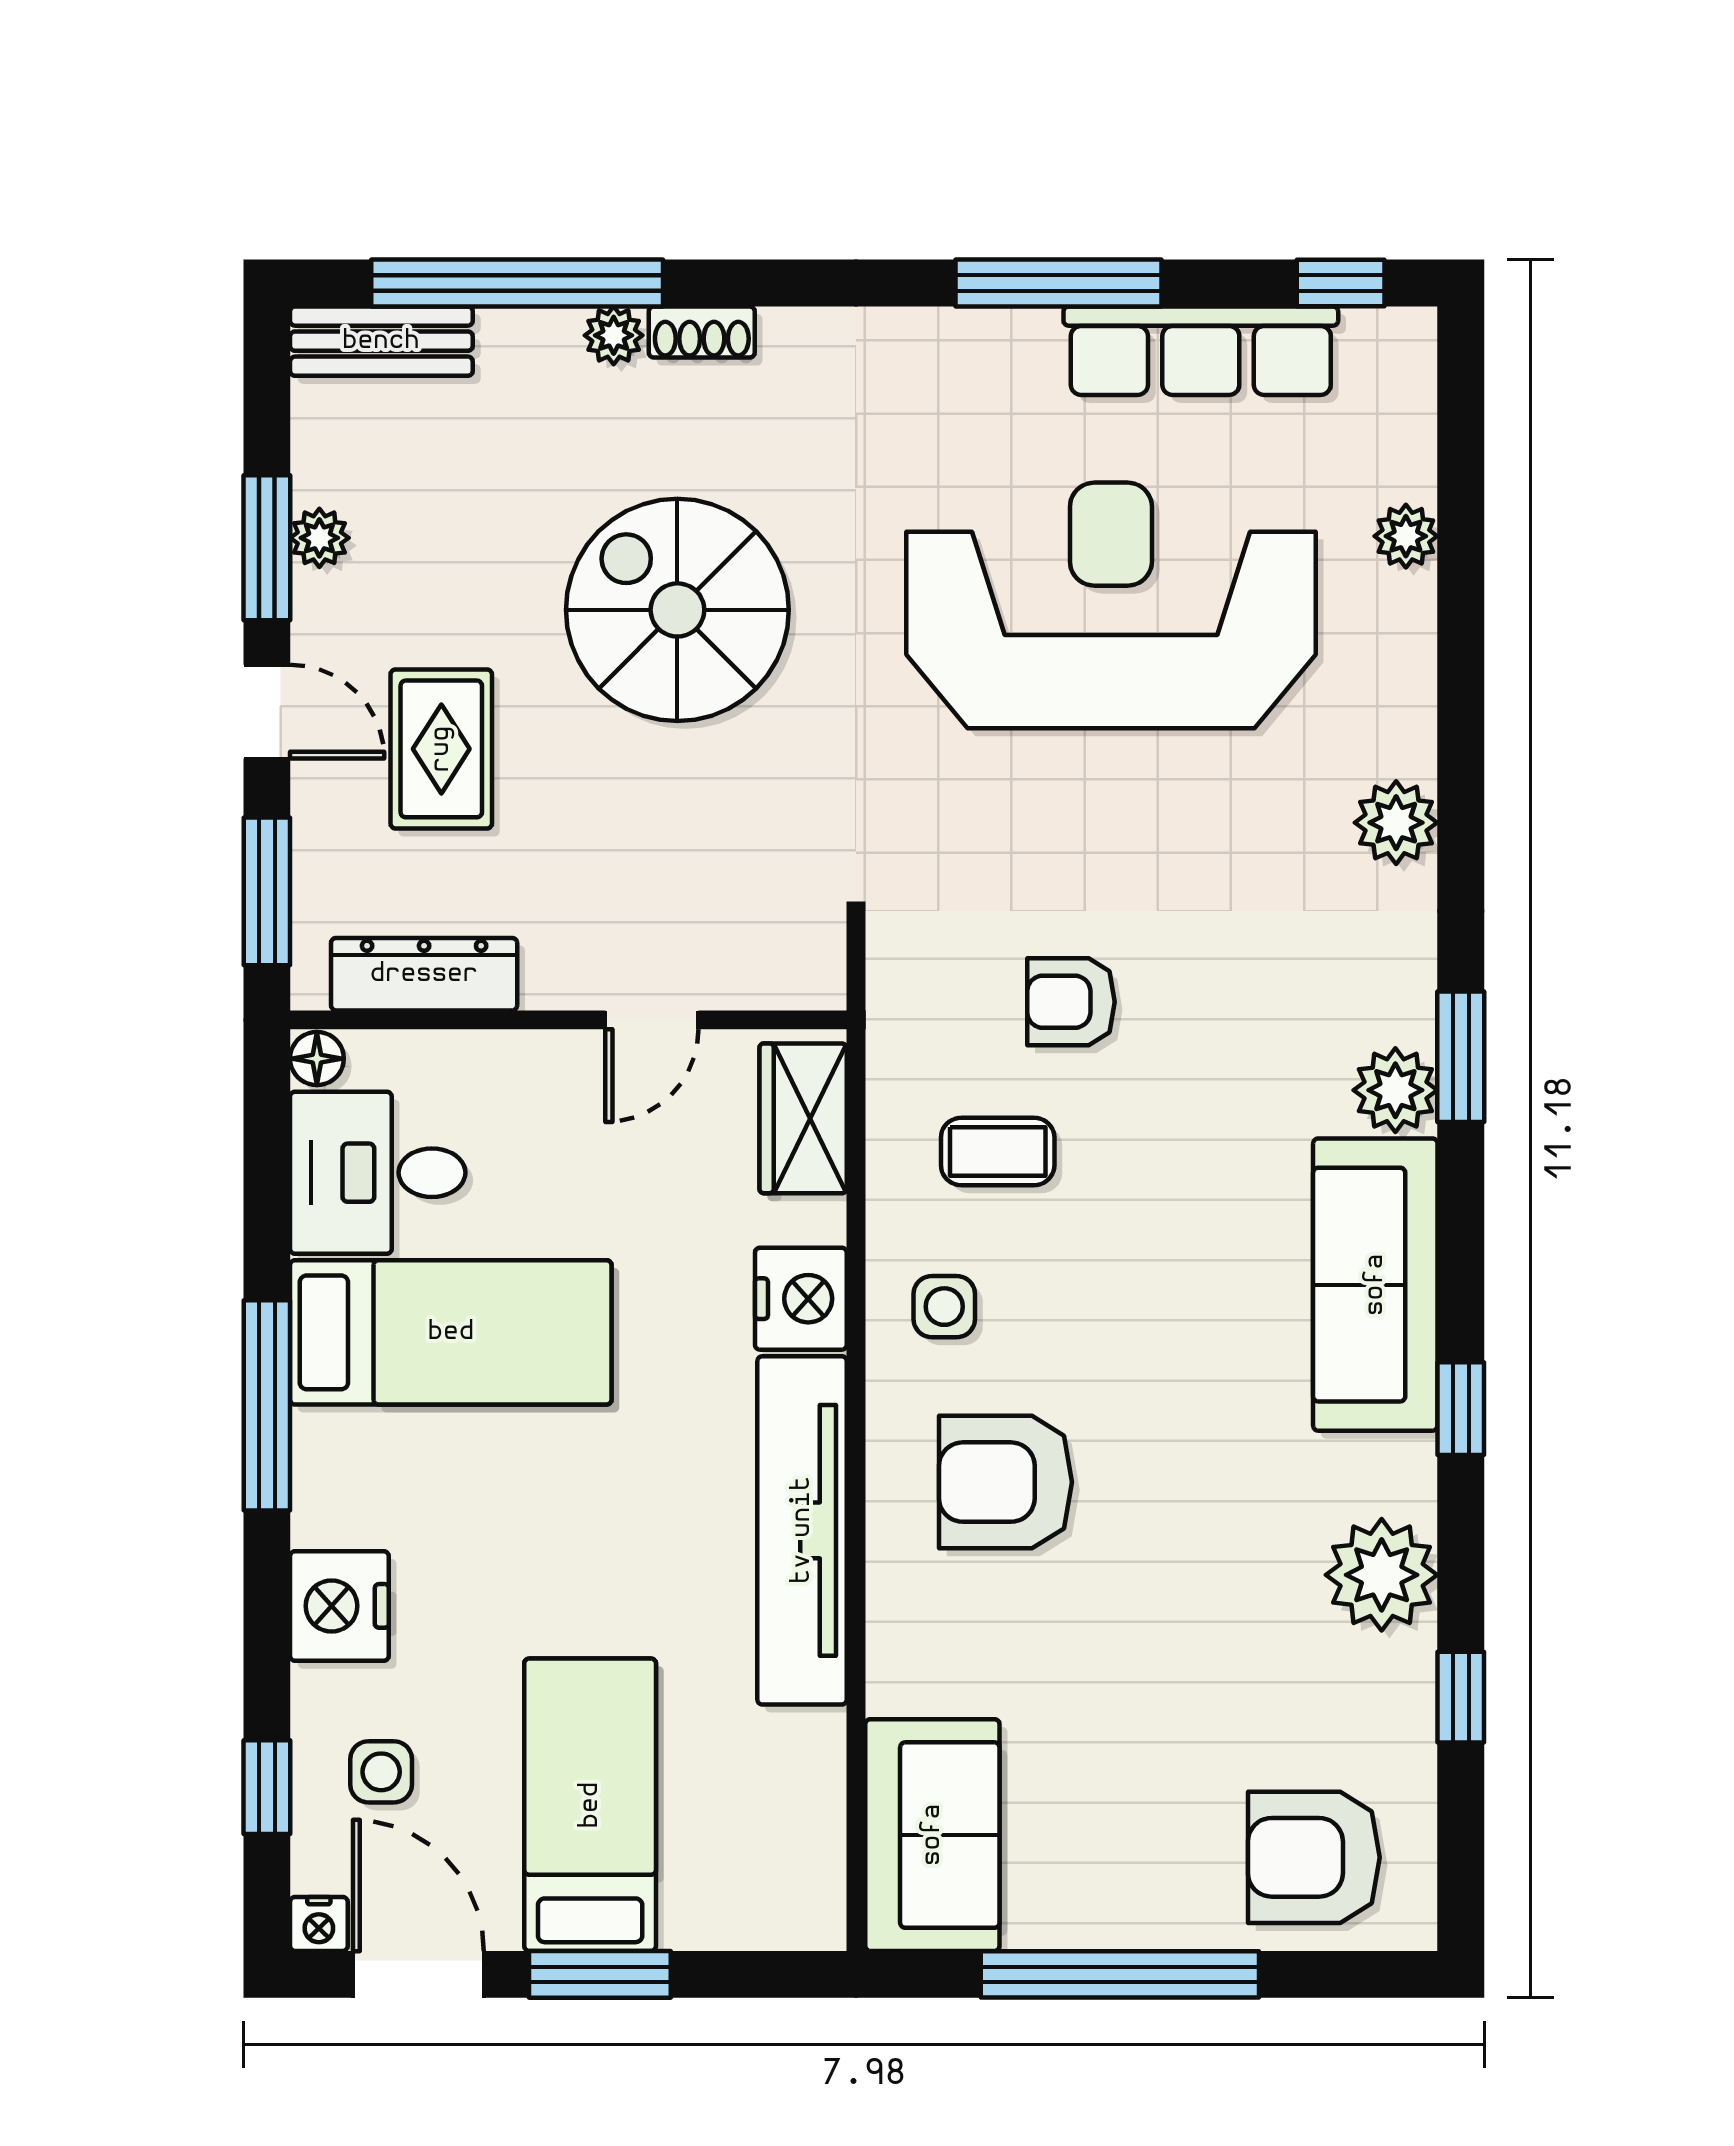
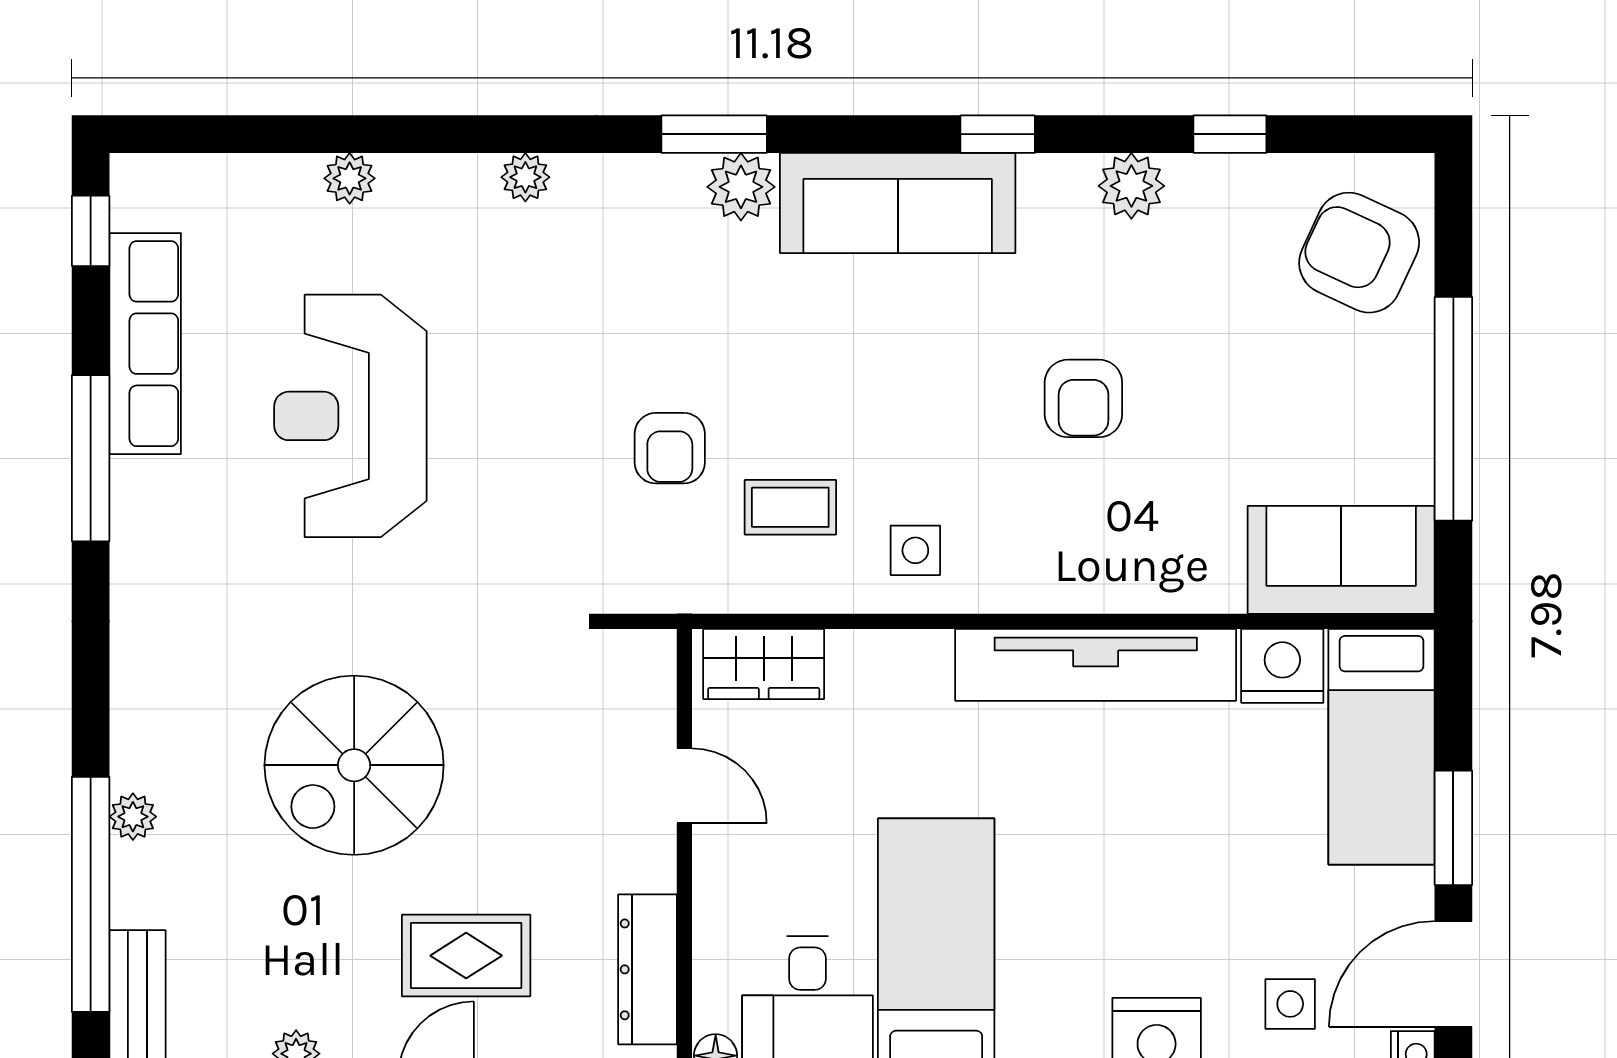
shoe rack: (702, 332) -> (130, 746), removed
plant: (1406, 536) -> (350, 178), moved
reception desk: (1111, 605) -> (350, 416), width x0.74, depth x0.77
plant: (1396, 823) -> (525, 177), width x0.73, depth x0.73
coffee table: (998, 1151) -> (790, 507), turned 90
nightstand: (801, 1299) -> (1282, 666), moved
armchair: (1005, 1482) -> (1083, 398), moved, width x0.72, depth x0.72
plant: (1382, 1575) -> (1131, 186), width x0.73, depth x0.73
bed: (590, 1805) -> (1382, 747), moved, turned -90
armchair: (1314, 1857) -> (1359, 253), turned 115

